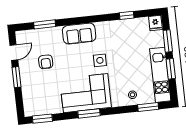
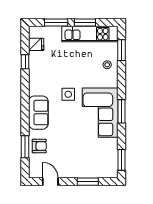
fridge: (155, 23) -> (36, 44), moved
armchair: (46, 62) -> (39, 146), moved
window: (17, 77) -> (88, 182), moved

